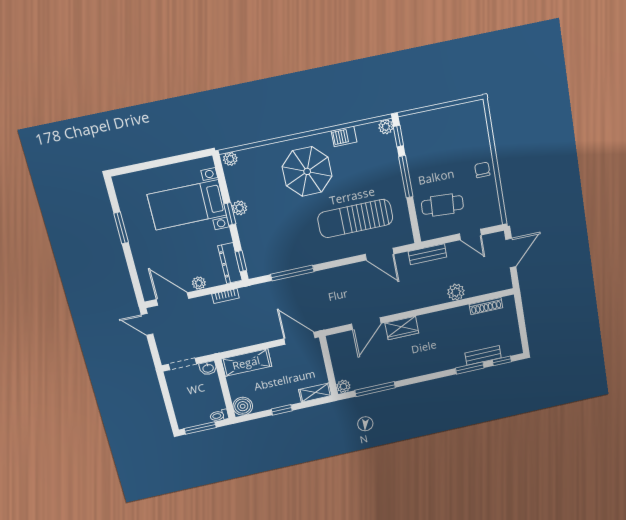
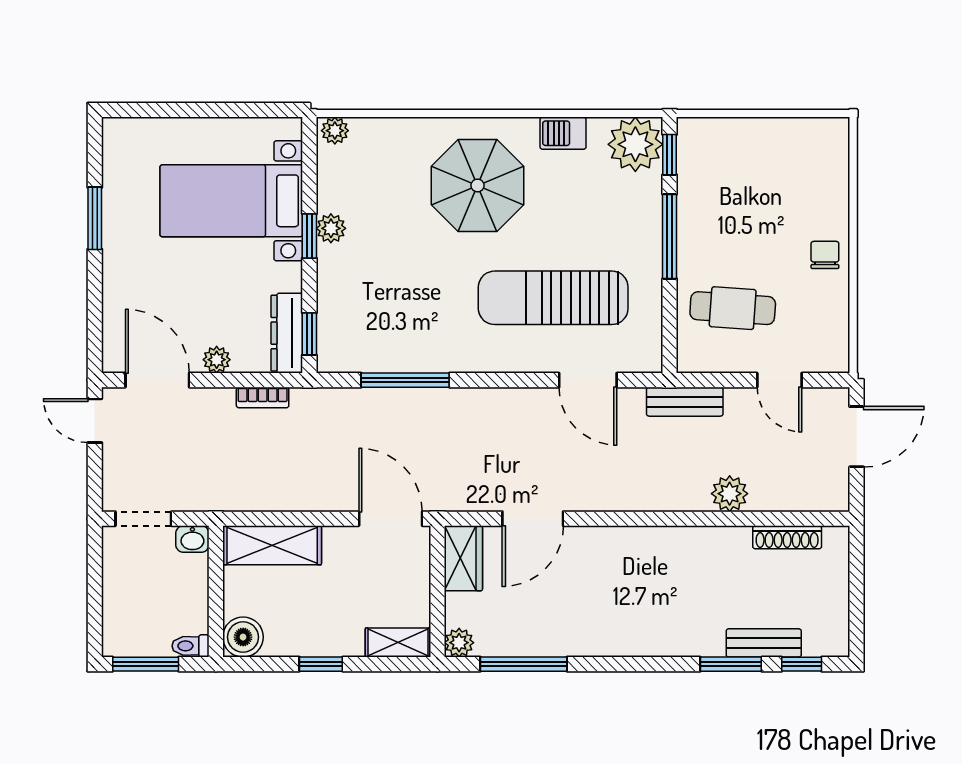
plant: (386, 127) -> (635, 144), width x1.87, depth x1.87
wardrobe: (402, 328) -> (463, 558), moved, turned -90

